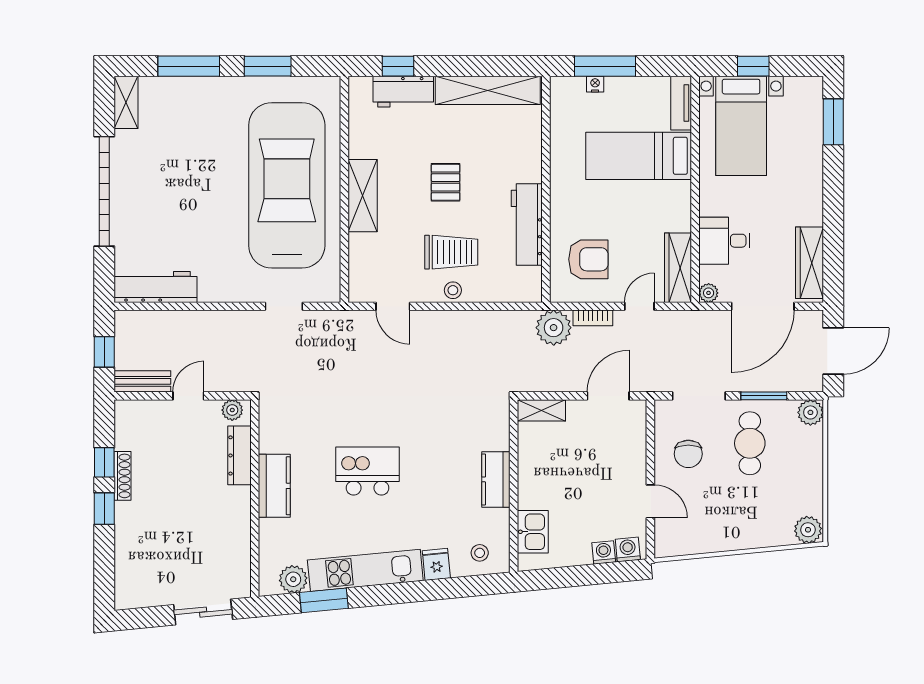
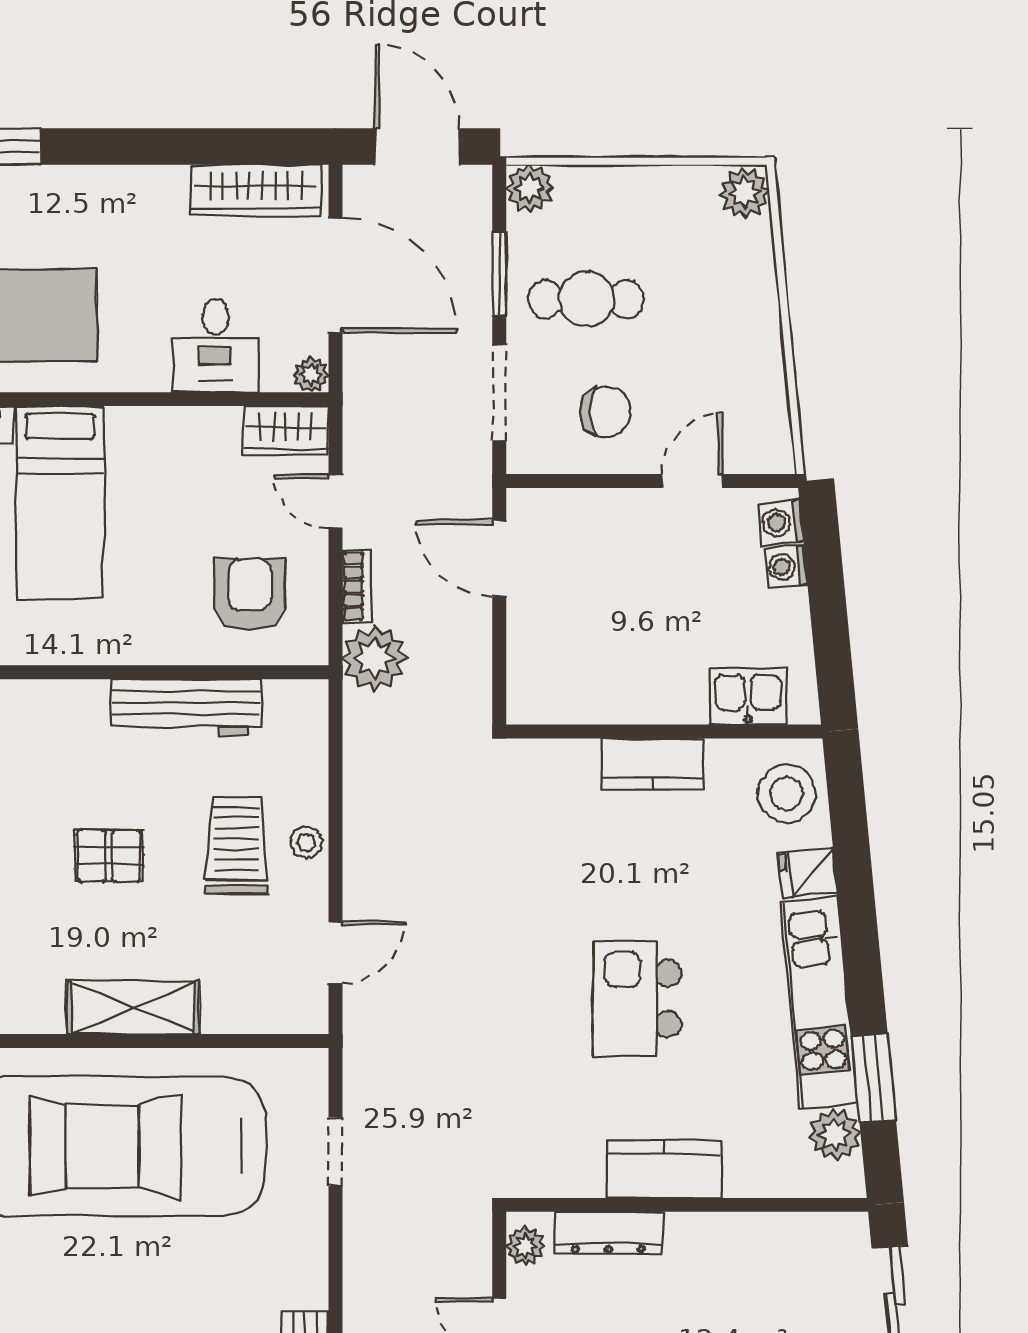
wardrobe: (678, 268) -> (286, 431), width x0.67
shelving: (541, 410) -> (526, 681), removed
stool: (480, 553) -> (787, 793), width x1.89, depth x1.89

